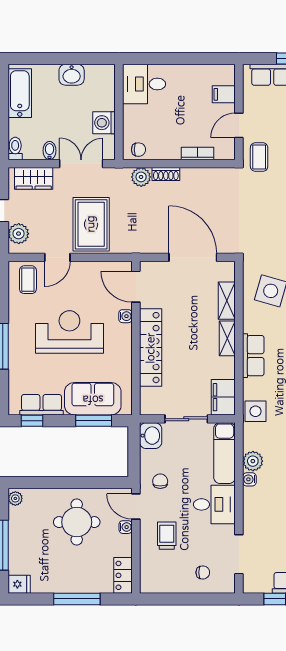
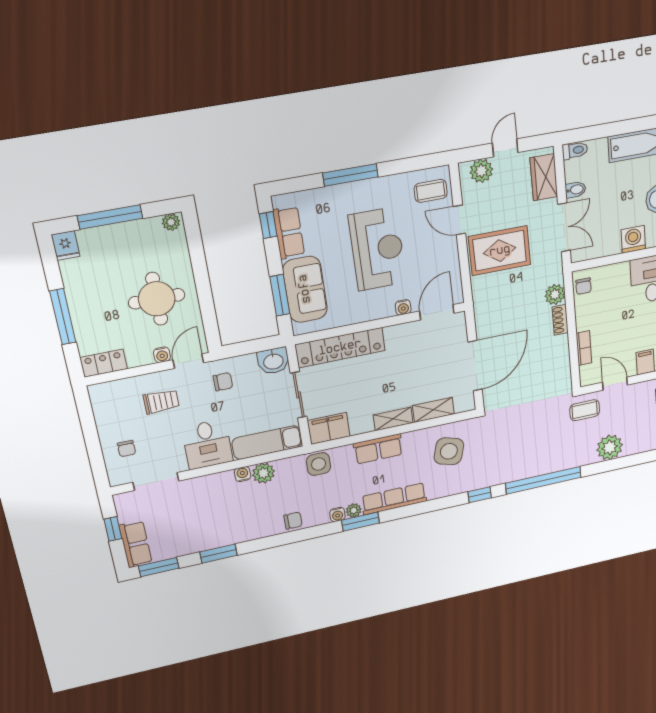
washing machine: (104, 123) -> (633, 239), moved
locker: (151, 348) -> (340, 348), moved

